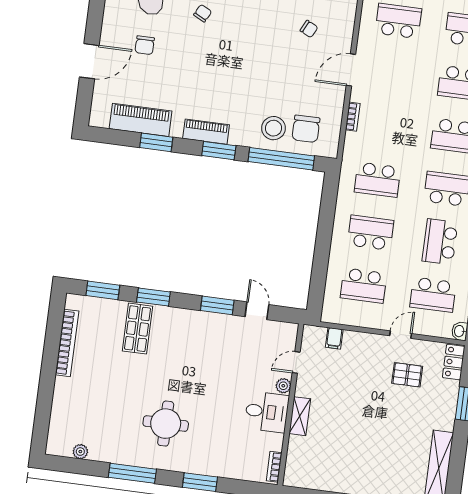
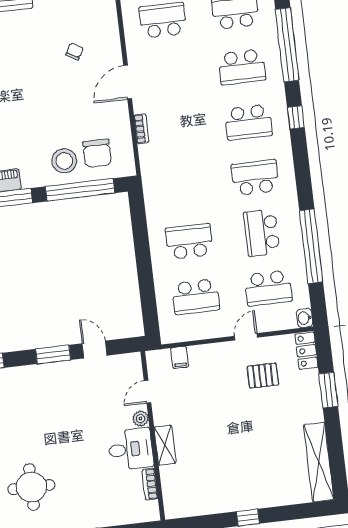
chair: (309, 29) -> (75, 51), turned -86
school desk: (377, 180) -> (183, 186), removed
bookcase: (274, 467) -> (150, 484), moved

